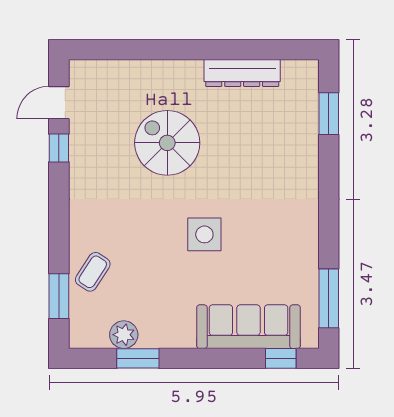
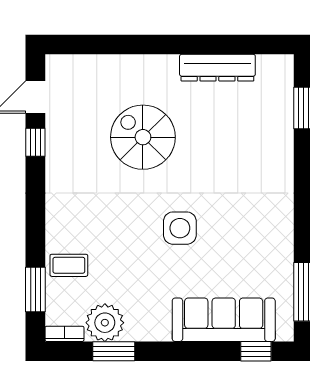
coffee table: (93, 272) -> (69, 265), turned 57
plant: (124, 335) -> (105, 323), width x1.36, depth x1.36
bookcase: (88, 341) -> (64, 334), added

